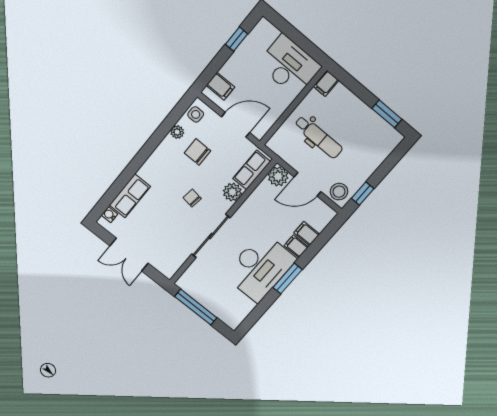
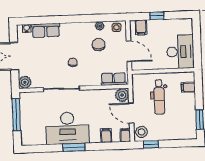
window: (237, 39) -> (157, 16), moved
filing cabinet: (326, 83) -> (188, 87), moved
plant: (232, 192) -> (25, 82), moved
filing cabinet: (296, 246) -> (125, 135), moved

